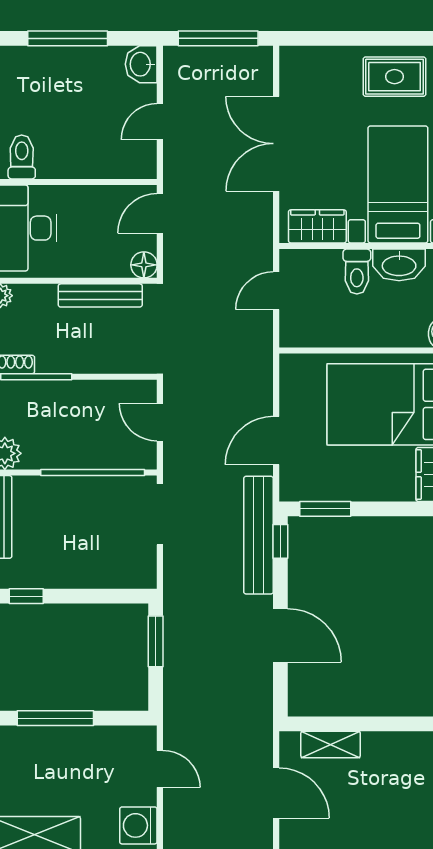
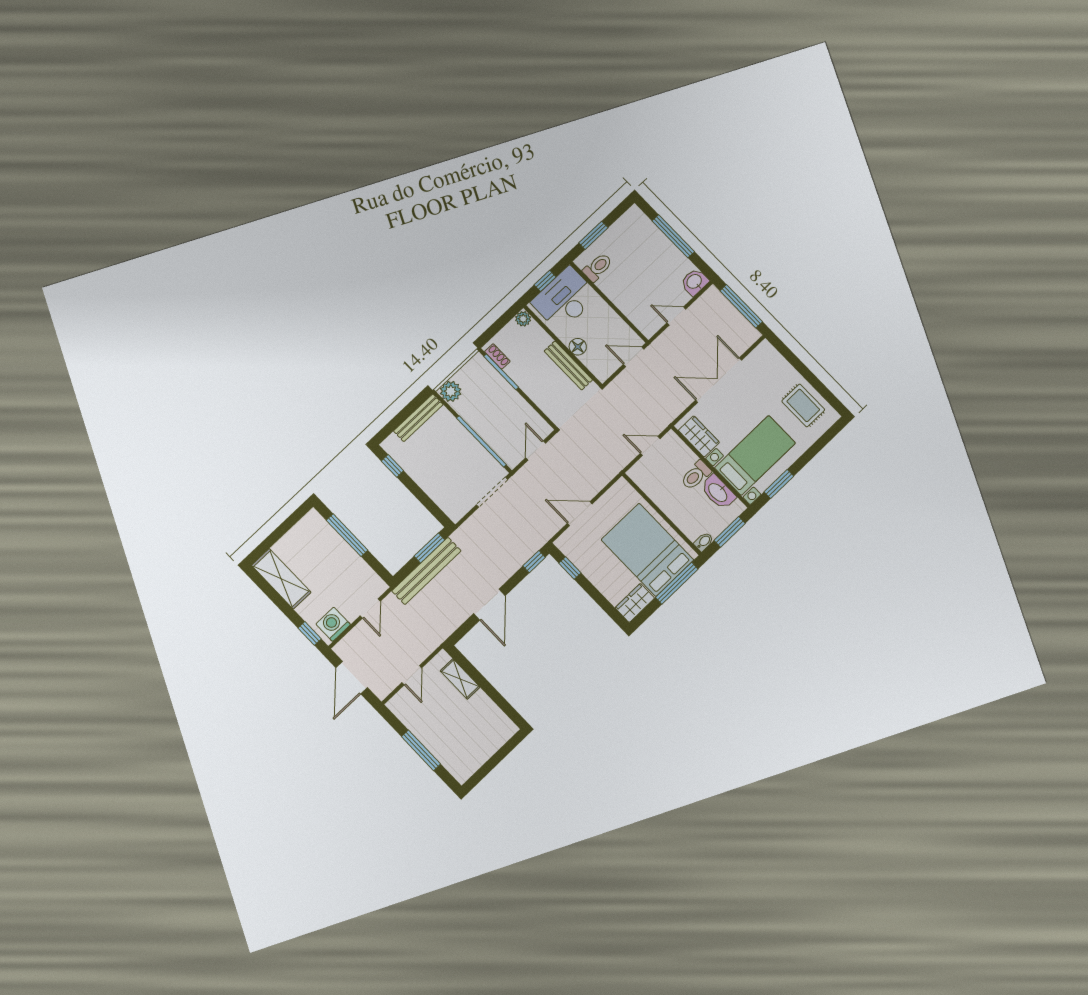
floor lamp: (144, 265) -> (578, 347), moved
window: (325, 509) -> (570, 568), width x0.67
bench: (259, 535) -> (426, 571), moved
door: (276, 793) -> (412, 675), width x0.73

